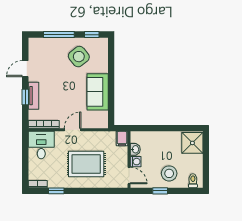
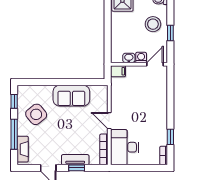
fireplace: (44, 43) -> (23, 149), added
desk: (41, 145) -> (125, 147), width x1.37
rug: (86, 164) -> (143, 107), removed

